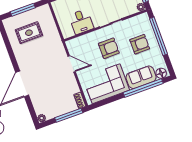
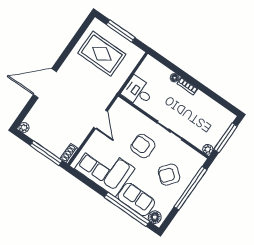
desk: (81, 22) -> (138, 92), moved, turned 90
rug: (29, 33) -> (102, 54), width x1.36, depth x1.43
armchair: (140, 44) -> (169, 175), turned 129
armchair: (109, 48) -> (143, 146), turned 180

